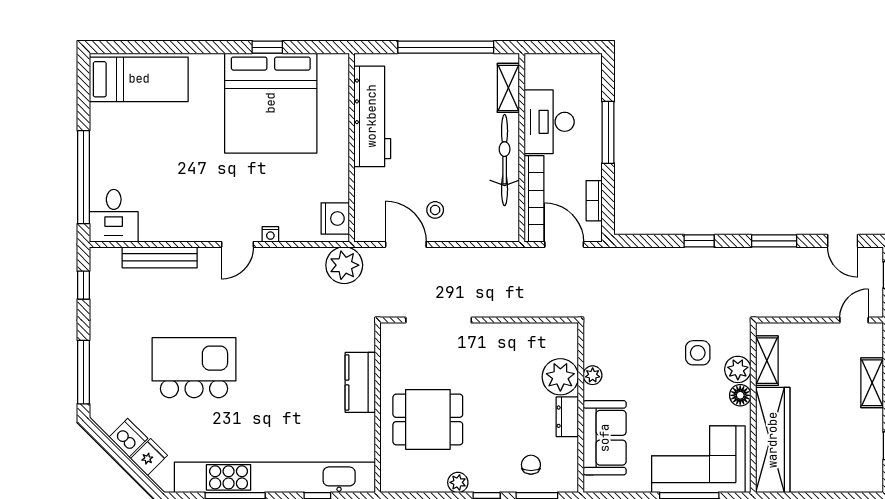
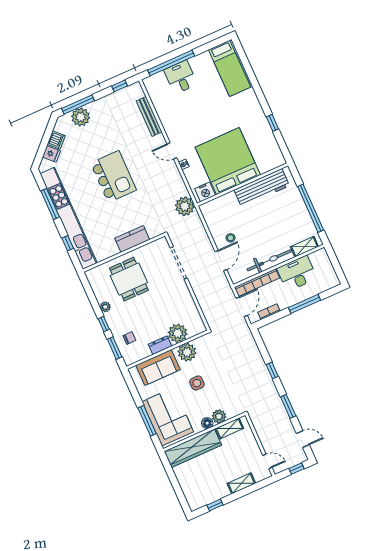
bed: (271, 103) -> (228, 161), moved, turned 90
desk: (114, 216) -> (181, 77), moved, turned 90
door: (843, 241) -> (303, 439), swing flipped
door: (406, 244) -> (221, 261), moved
side table: (698, 353) -> (197, 383), moved
kitchen island: (194, 368) -> (113, 177), moved
plant: (593, 375) -> (187, 352), width x1.87, depth x1.87
plant: (107, 377) -> (81, 117), added

